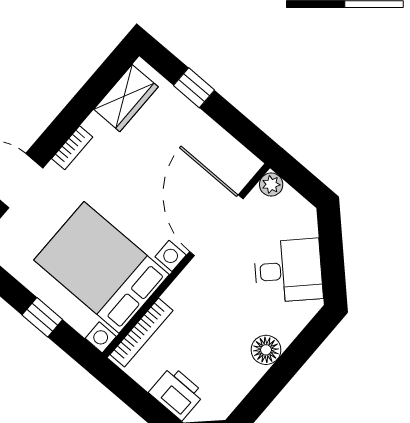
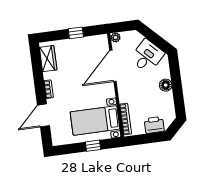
window: (194, 88) -> (76, 33), moved
door: (216, 225) -> (113, 66), hinge flipped
bed with nightstands: (102, 267) -> (95, 120), width x0.73

